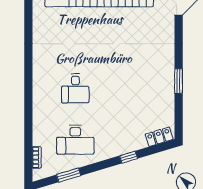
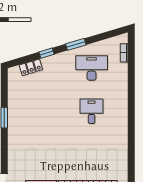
locker: (159, 137) -> (31, 67), moved
window: (69, 175) -> (76, 44), moved

